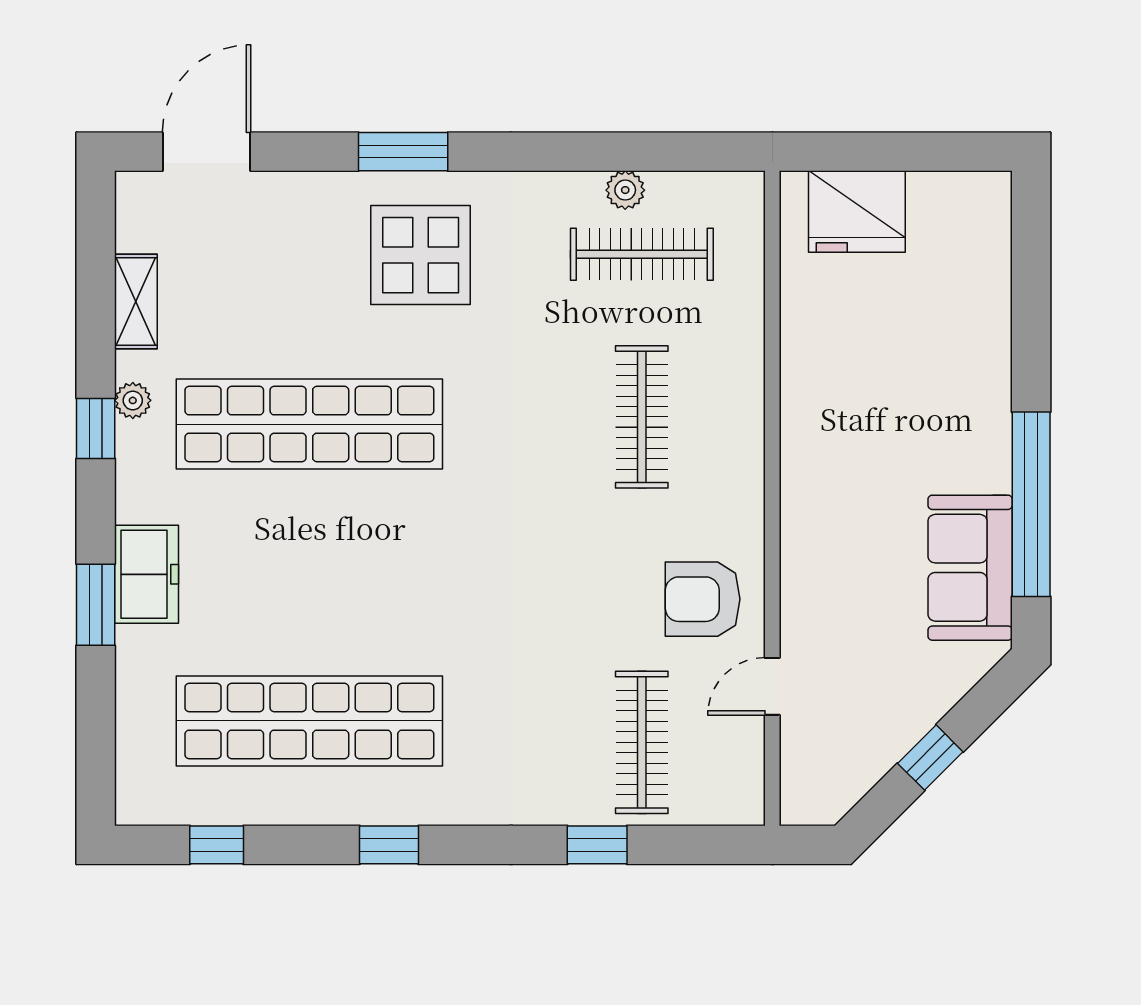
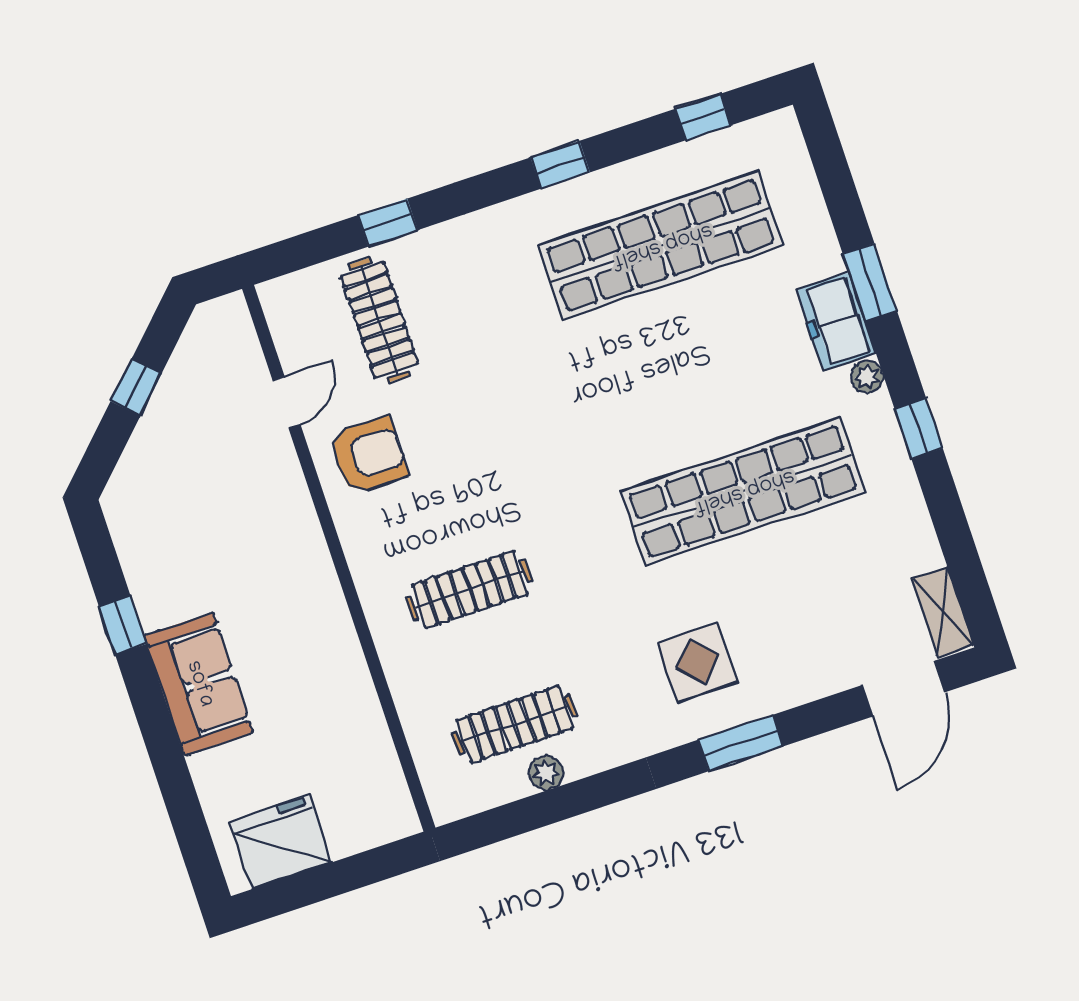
fridge: (857, 211) -> (281, 842), moved
display table: (421, 255) -> (698, 662), width x0.73, depth x0.73
shelving: (136, 301) -> (943, 612), moved
plant: (133, 400) -> (867, 377), moved
clothes rail: (642, 417) -> (469, 589), turned 90
window: (1031, 504) -> (123, 625), width x0.32
sofa: (970, 568) -> (199, 684), moved

